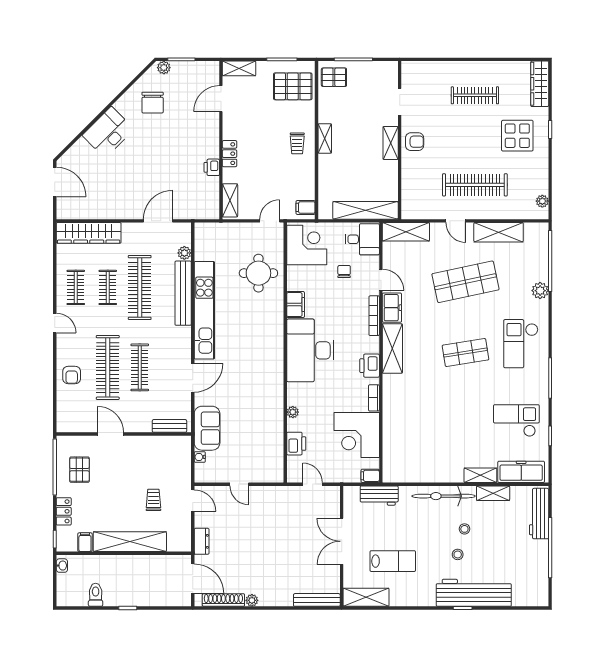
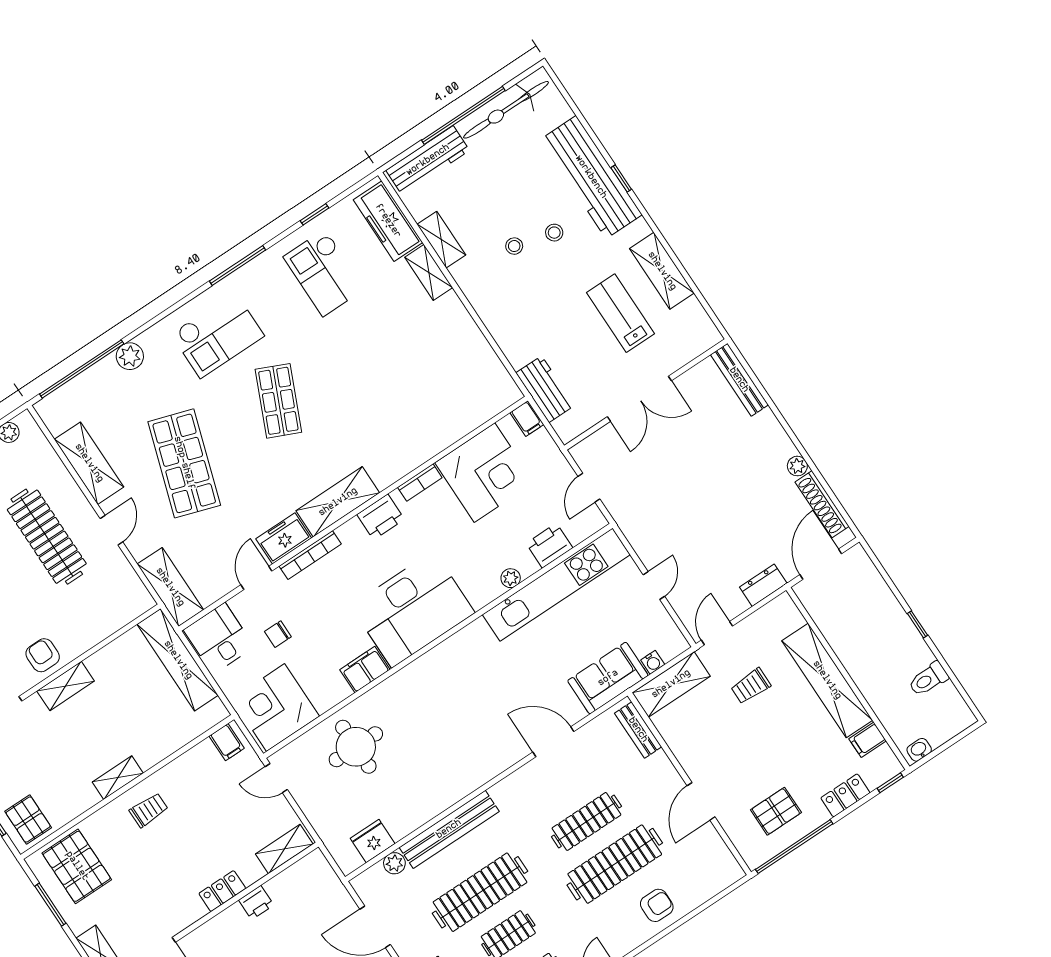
fridge: (204, 249) -> (373, 841), added
shop shelf: (465, 282) -> (184, 463), turned 30
kitchen unit: (204, 310) -> (556, 585), moved, turned 180
shop shelf: (465, 353) -> (278, 401), turned 33
shelving: (182, 459) -> (671, 684), added
bicycle: (444, 496) -> (506, 110), moved, turned 90
shelving: (366, 597) -> (662, 271), moved

